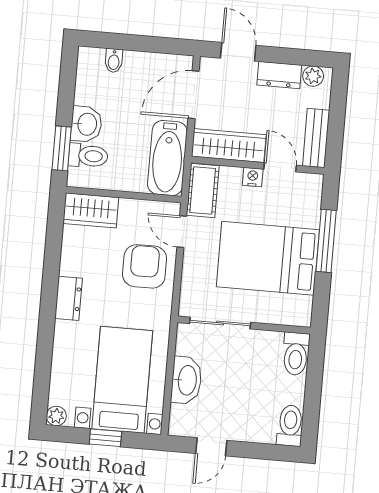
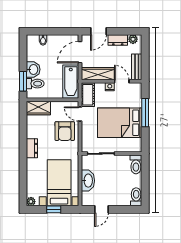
door: (238, 52) -> (98, 31), swing flipped
armchair: (145, 266) -> (65, 131), turned 180

